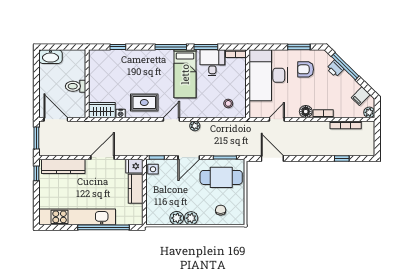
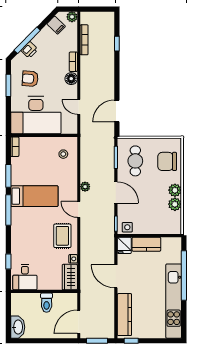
desk: (212, 63) -> (25, 277), moved, turned -90
armchair: (306, 69) -> (30, 79), turned 94
cafe table: (221, 177) -> (135, 161), width x0.73, depth x0.74
chair: (221, 210) -> (167, 161), width x1.87, depth x1.87

